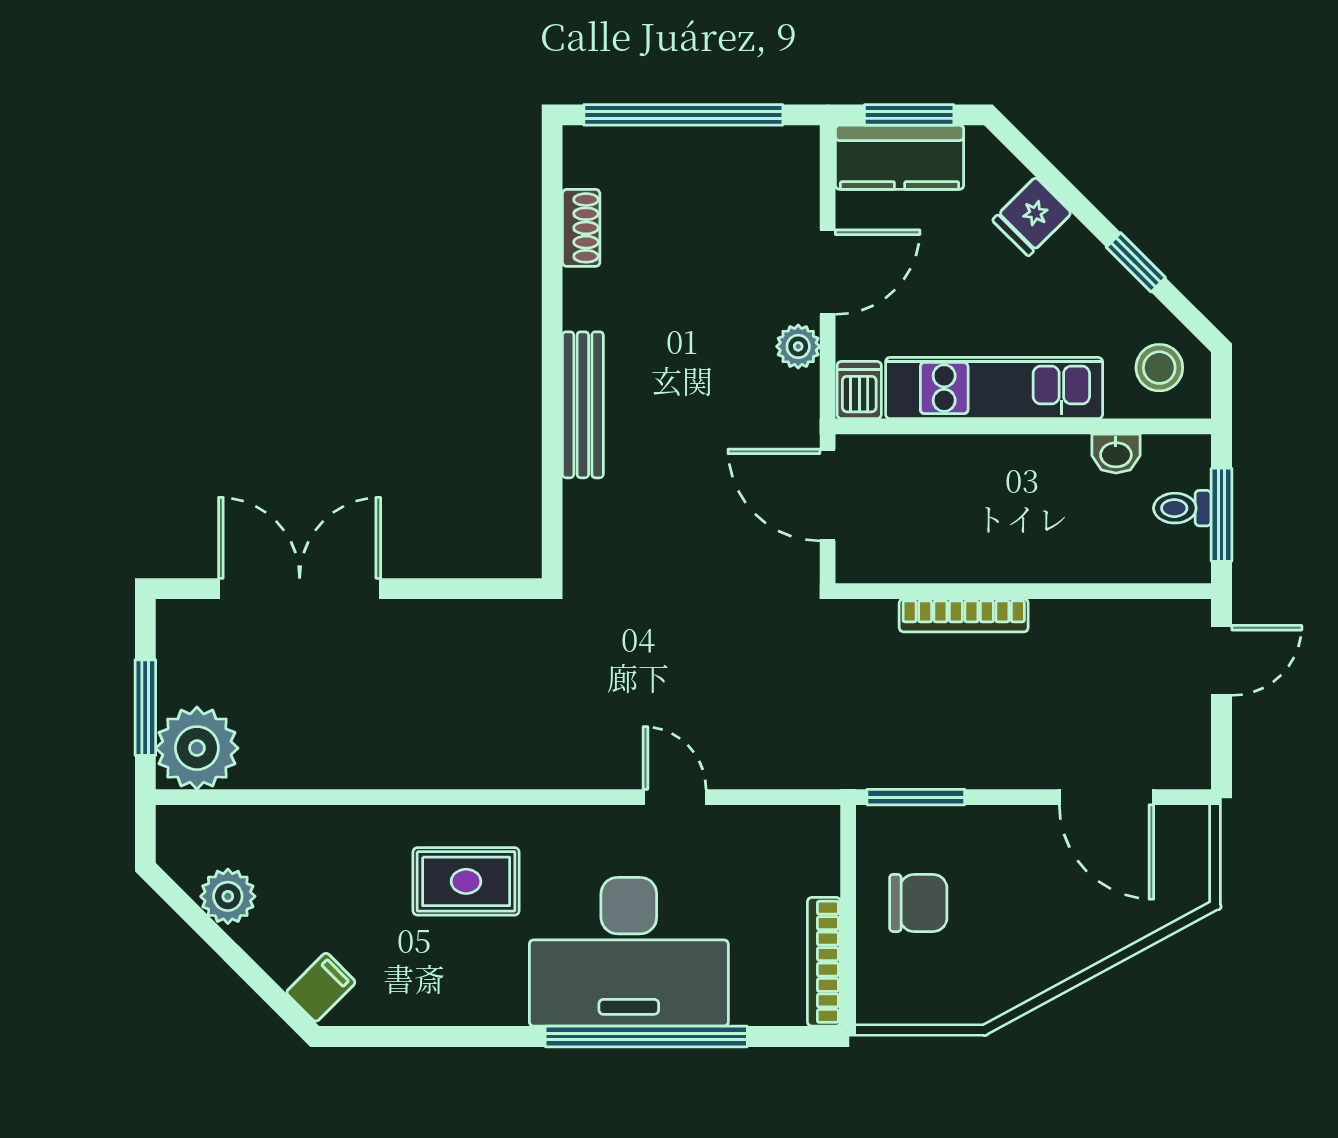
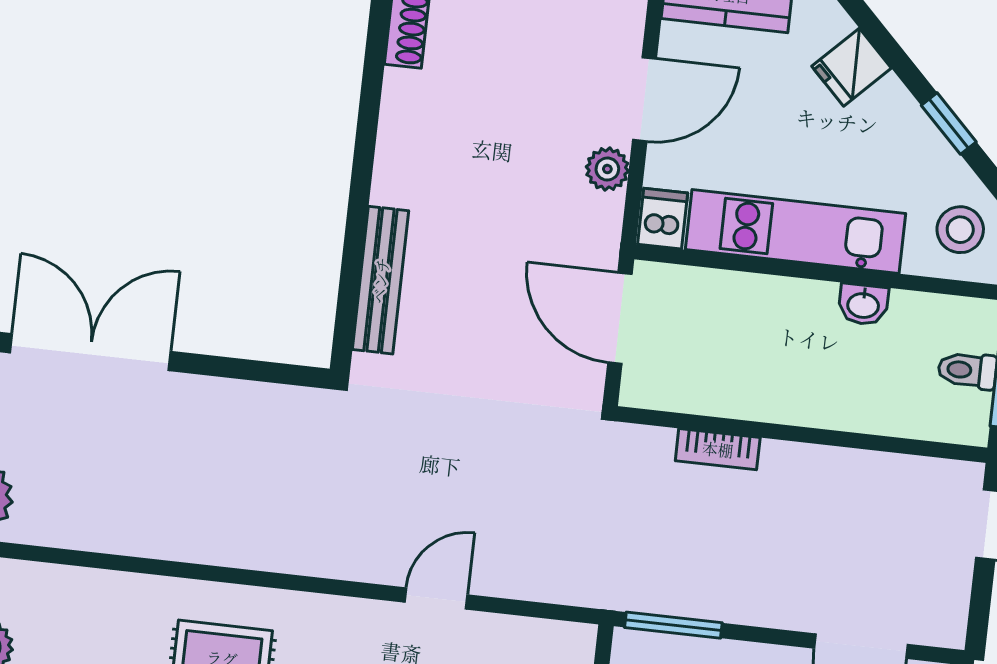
bench: (583, 405) -> (380, 280), moved
washbasin: (1116, 454) -> (863, 304), moved
bookcase: (964, 615) -> (718, 449), width x0.64
door: (675, 797) -> (436, 599), hinge flipped

